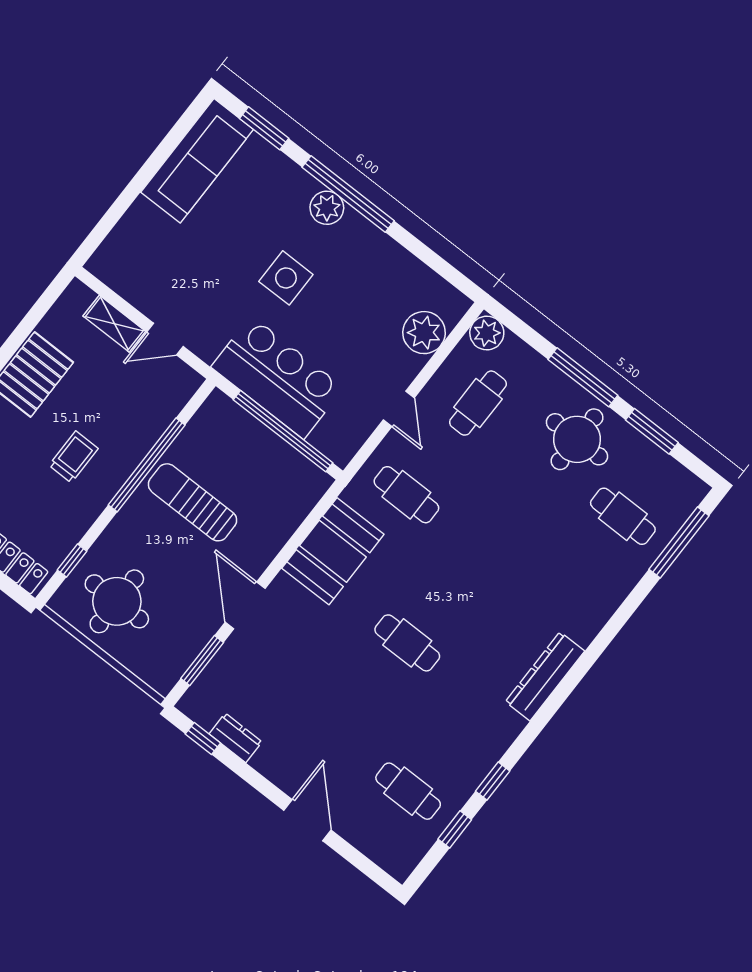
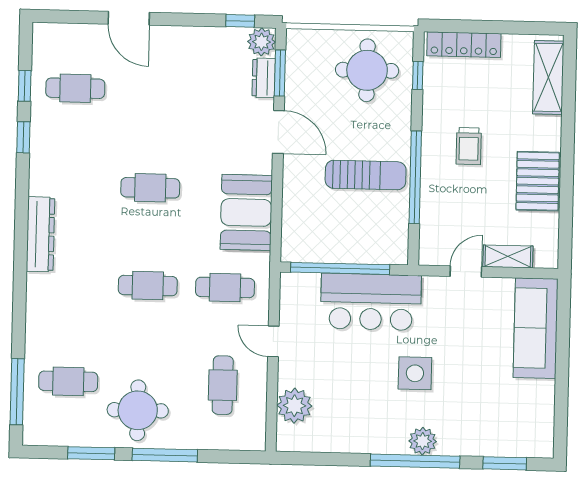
sofa: (197, 161) -> (536, 328), moved
plant: (487, 333) -> (261, 42), moved
cafe table: (479, 551) -> (148, 286), added
dresser: (236, 738) -> (264, 78), moved, turned 90

